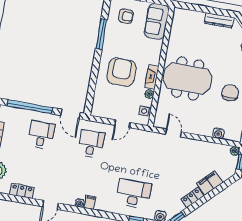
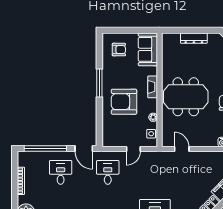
dresser: (219, 20) -> (194, 38), moved
window: (101, 34) -> (99, 83), moved
armchair: (121, 72) -> (124, 102), turned -90
fireplace: (152, 77) -> (153, 87), moved

